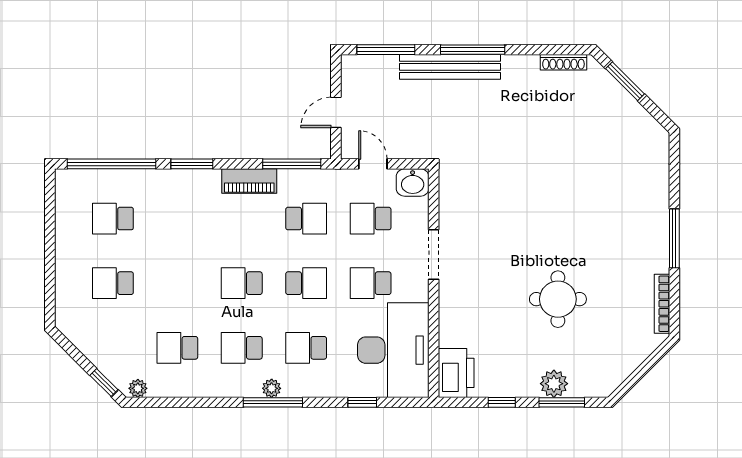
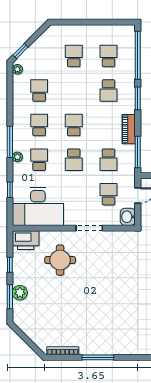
school desk: (371, 283) -> (108, 91), moved, turned 180
round table: (558, 299) -> (60, 260), moved
plant: (272, 388) -> (17, 157), moved

